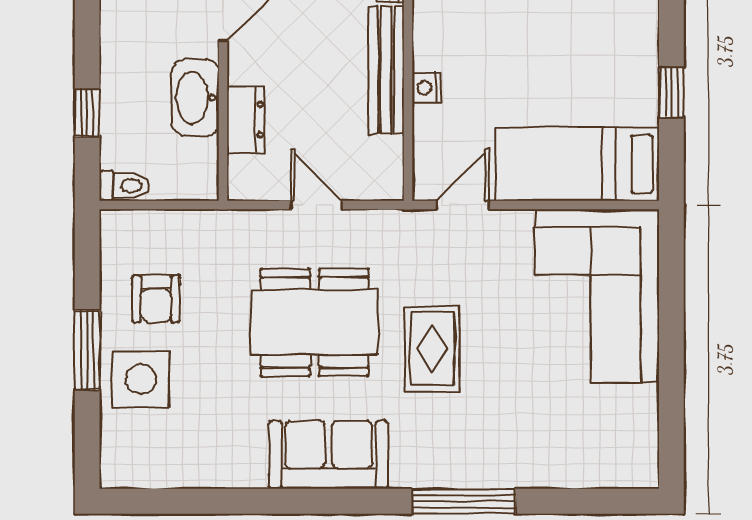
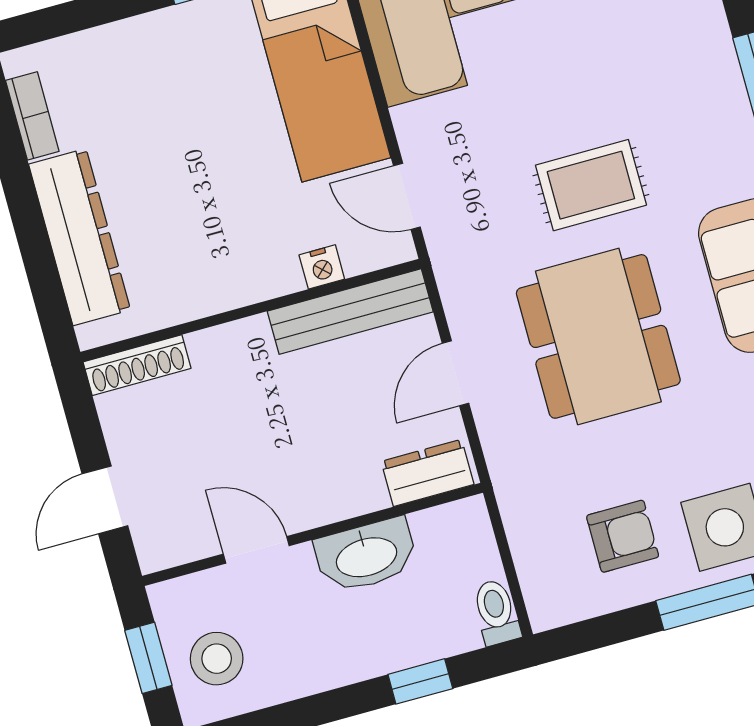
bench: (386, 70) -> (350, 312), moved
nightstand: (426, 88) -> (322, 267), moved
dresser: (246, 120) -> (428, 473), moved

